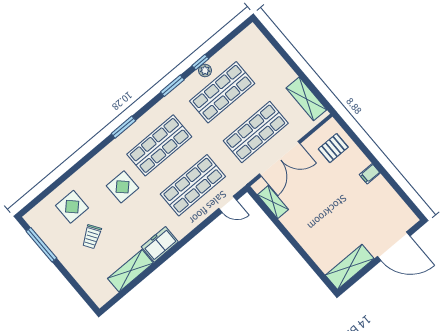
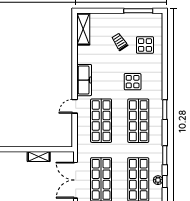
shelving: (273, 202) -> (39, 157), moved
door: (228, 204) -> (75, 106), moved
freezer: (160, 244) -> (84, 80), width x1.40
shelving: (130, 271) -> (83, 29), moved

